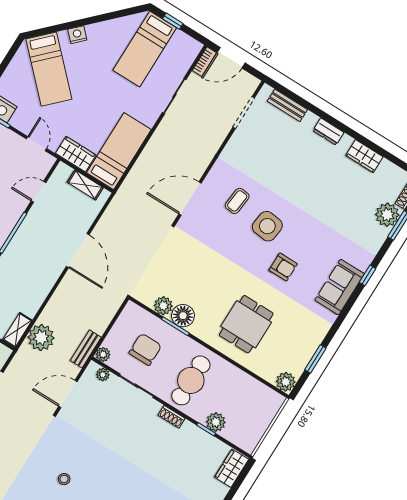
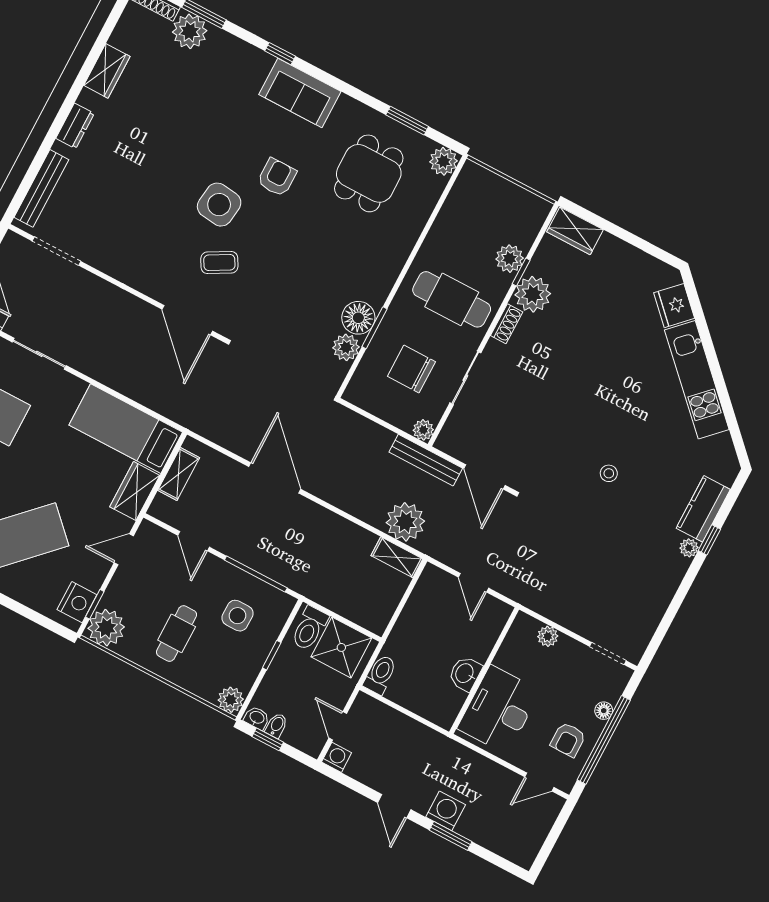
bench: (287, 105) -> (41, 188), width x1.36
coffee table: (237, 201) -> (219, 263), moved, turned -35
door: (78, 250) -> (275, 478), hinge flipped
dining table: (246, 324) -> (369, 173), moved, turned 90
bench: (86, 349) -> (426, 460), width x1.36
plant: (103, 375) -> (533, 294), moved, width x1.87, depth x1.87

